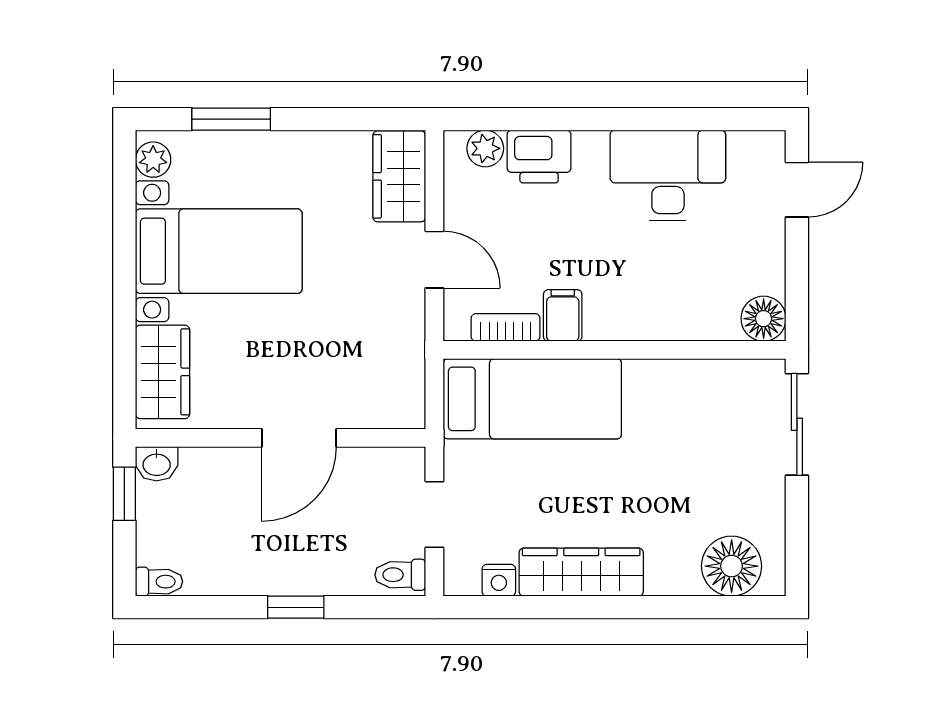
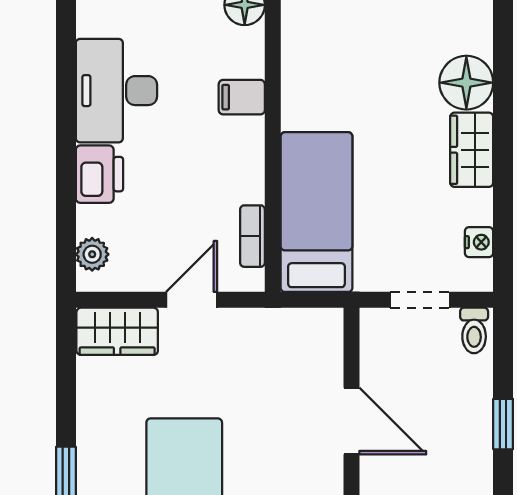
printer: (539, 157) -> (99, 174), moved
filing cabinet: (563, 315) -> (242, 97), moved
floor lamp: (732, 566) -> (466, 83), moved
wardrobe: (581, 572) -> (472, 150), width x0.67

